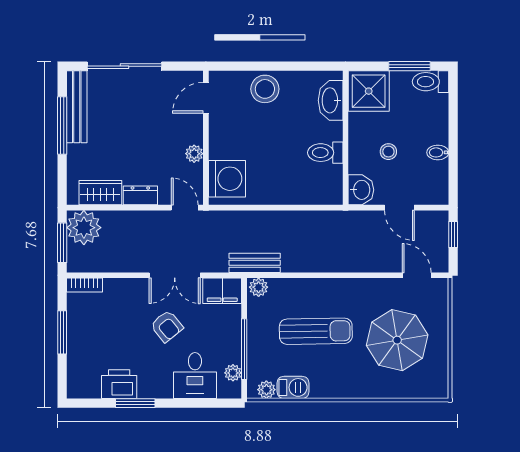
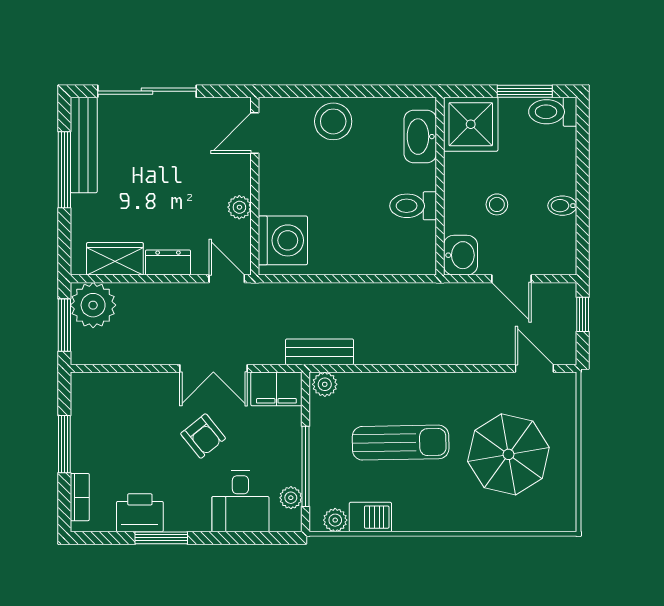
bookcase: (84, 285) -> (80, 497), moved, turned -90

